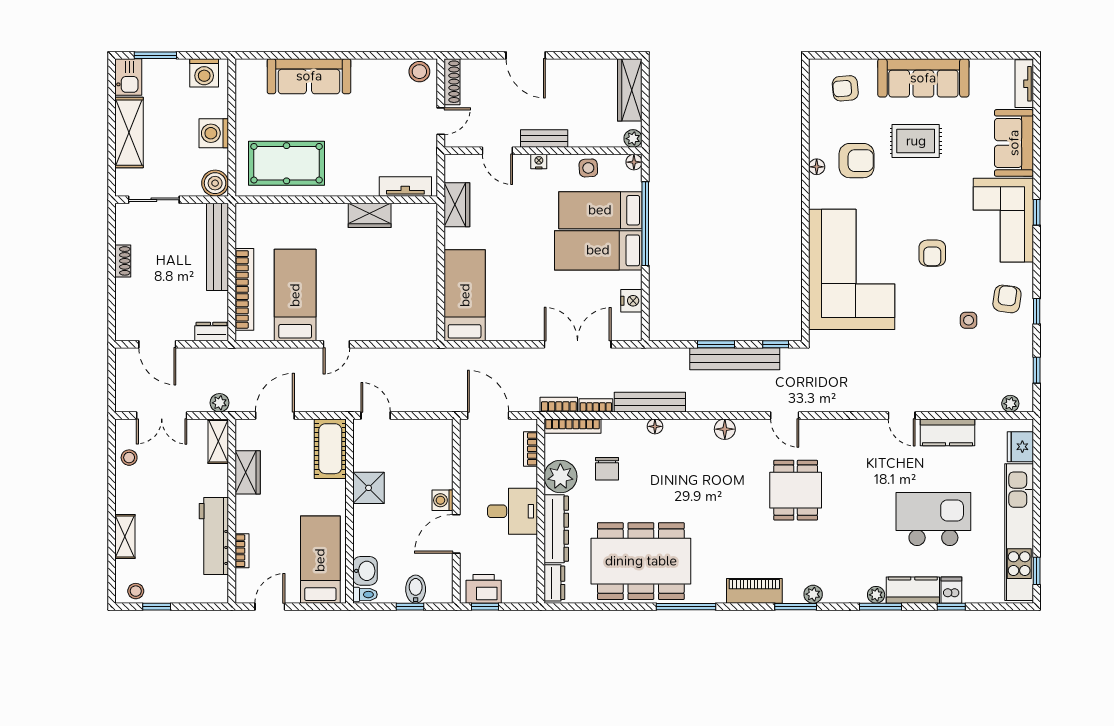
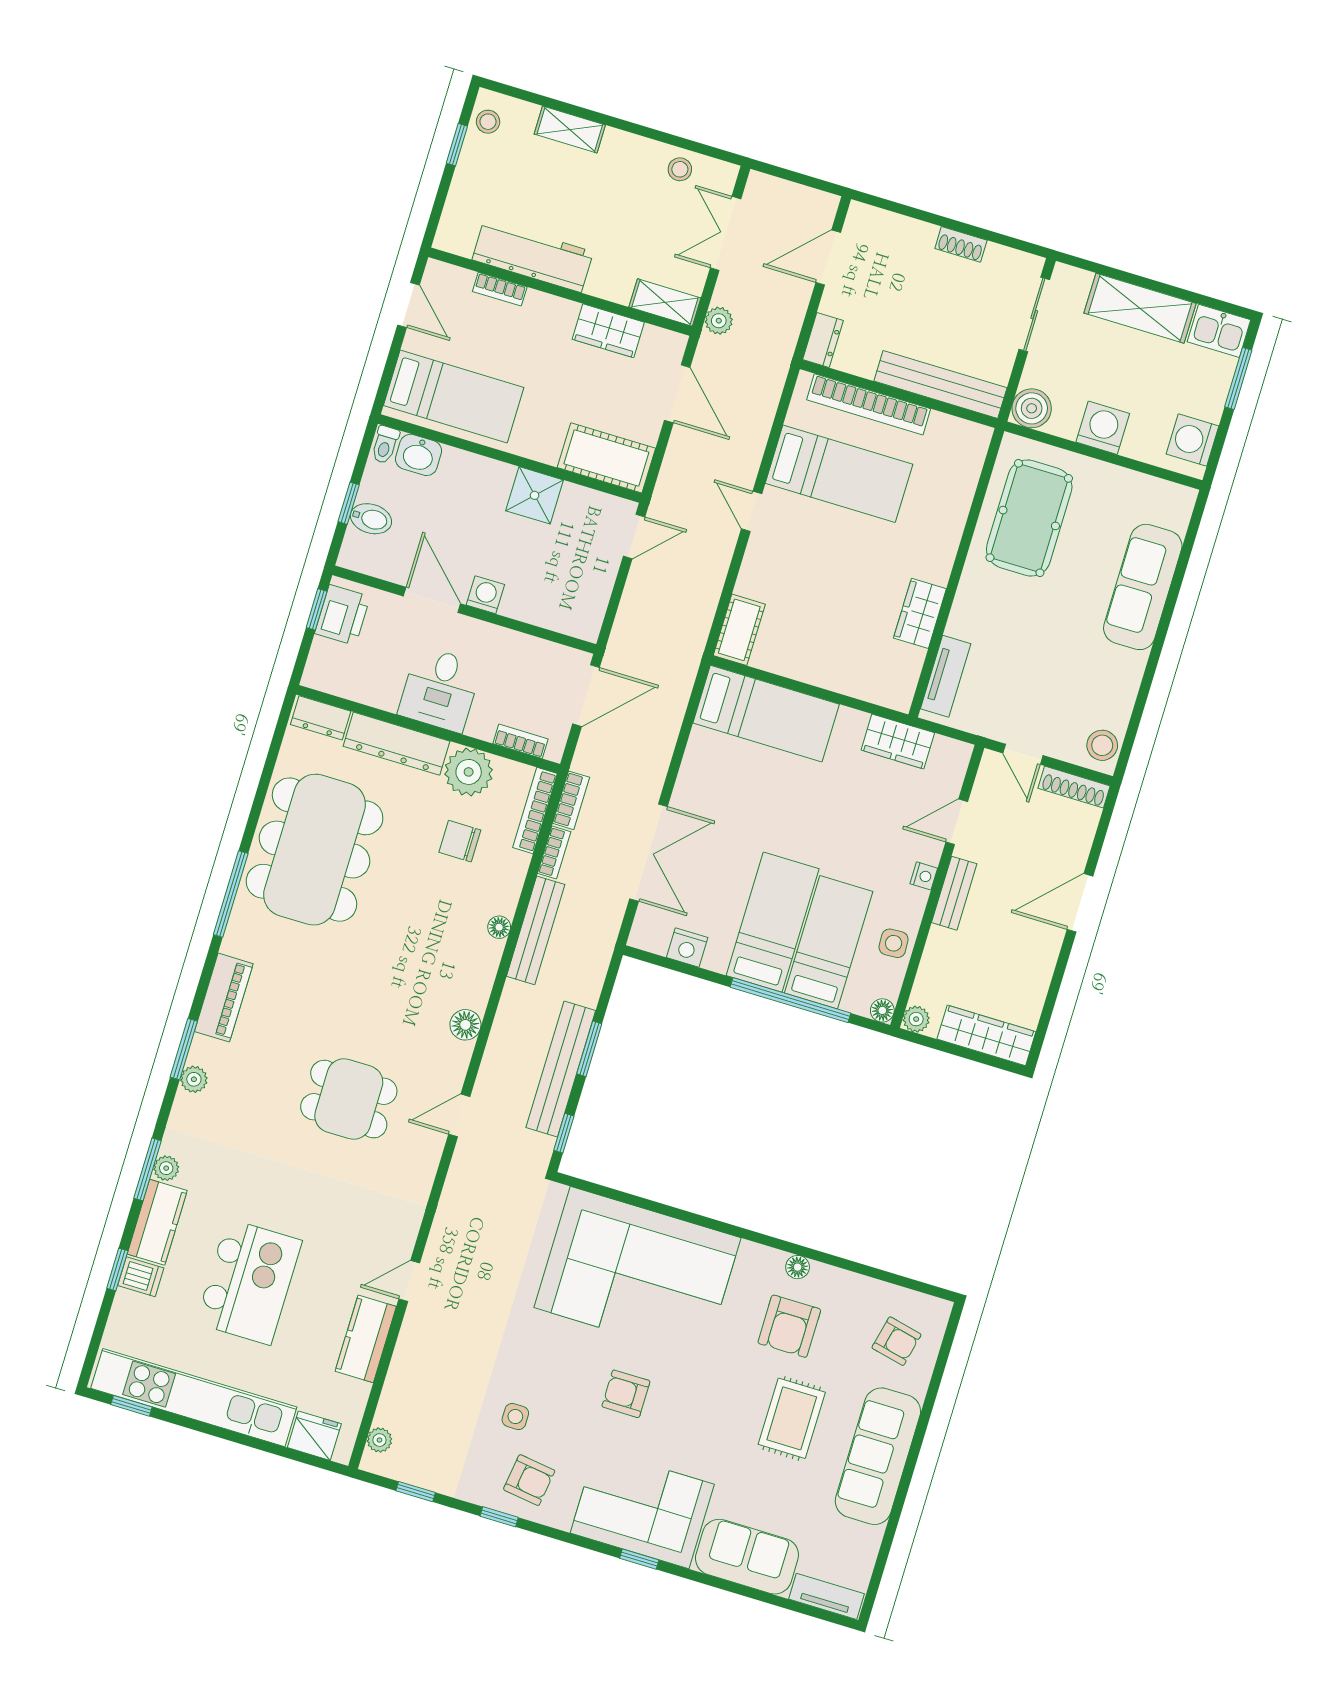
armchair: (845, 88) -> (896, 1341), turned 108
cot: (416, 329) -> (739, 630), added

